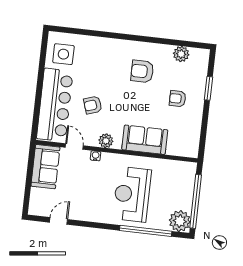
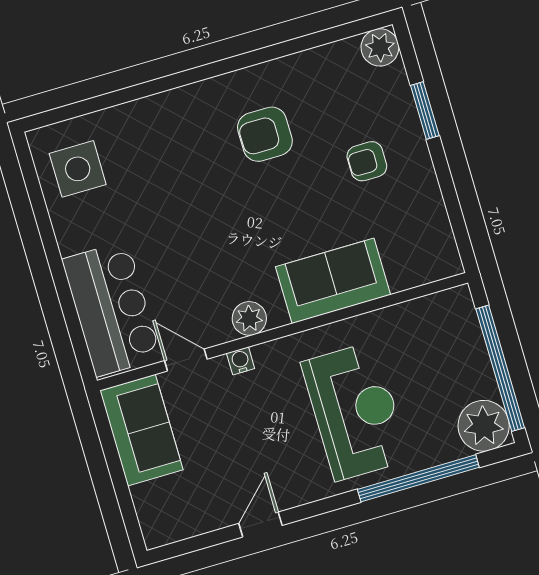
plant: (181, 54) -> (380, 47), moved
bar counter: (55, 105) -> (112, 309), width x0.73
armchair: (93, 105) -> (188, 253), removed
reception desk: (132, 194) -> (355, 411), turned 180
door: (58, 221) -> (260, 524), moved

